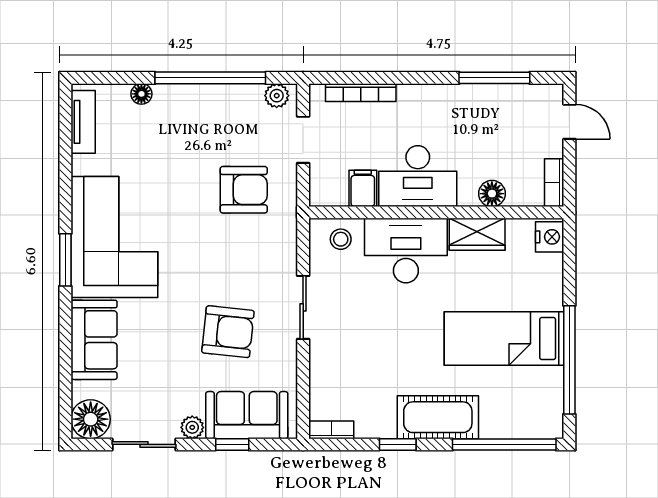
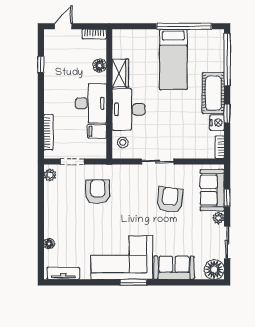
window: (210, 78) -> (41, 209), removed
window: (494, 78) -> (41, 64), width x0.46
nightstand: (550, 237) -> (217, 123), moved, turned 90

